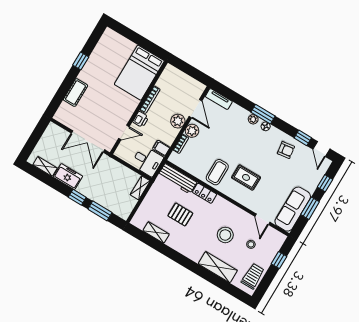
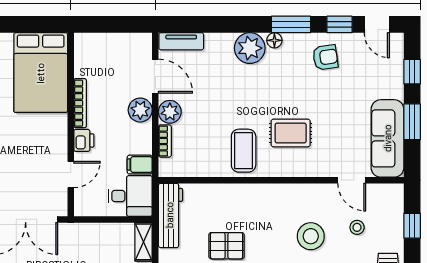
window: (263, 114) -> (291, 24), moved
plant: (253, 119) -> (250, 48), width x1.88, depth x1.88
workbench: (177, 179) -> (170, 215), moved, turned -90
locker: (205, 193) -> (243, 193), removed

